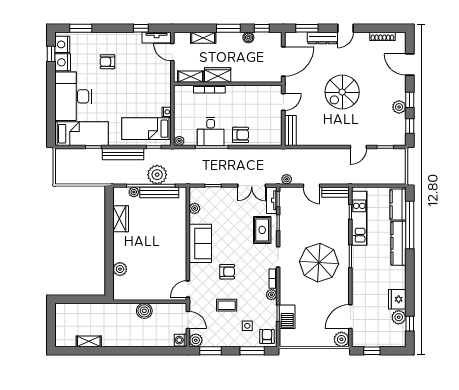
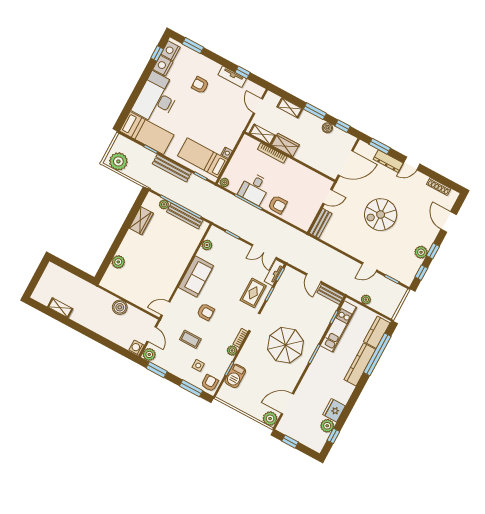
tv unit: (157, 38) -> (232, 77), moved
plant: (157, 175) -> (118, 161), moved
plant: (287, 179) -> (366, 300), moved

